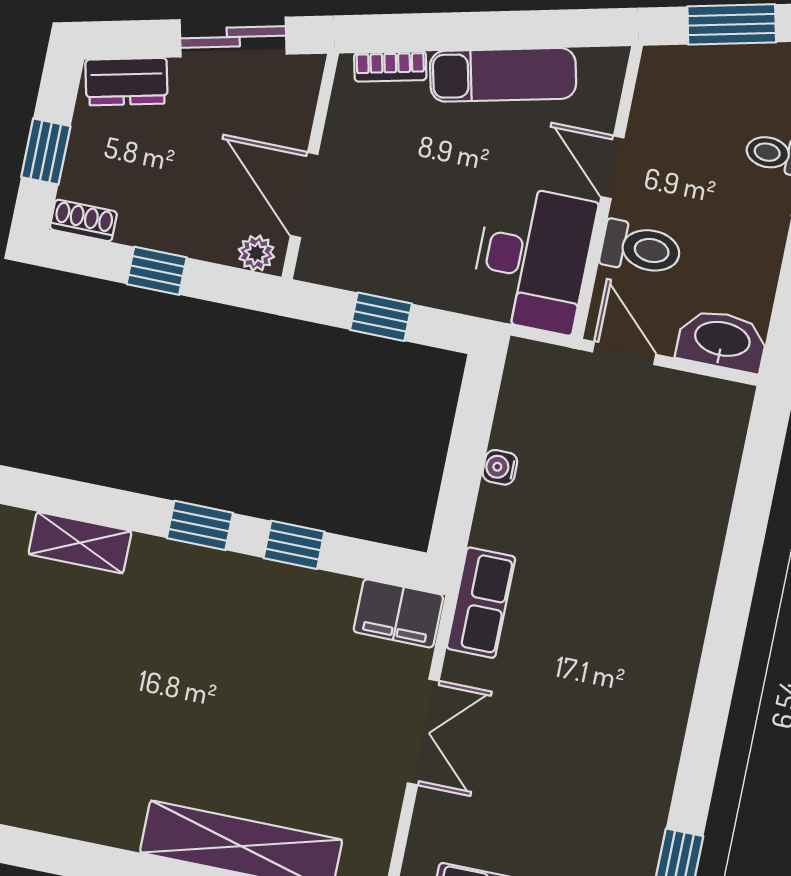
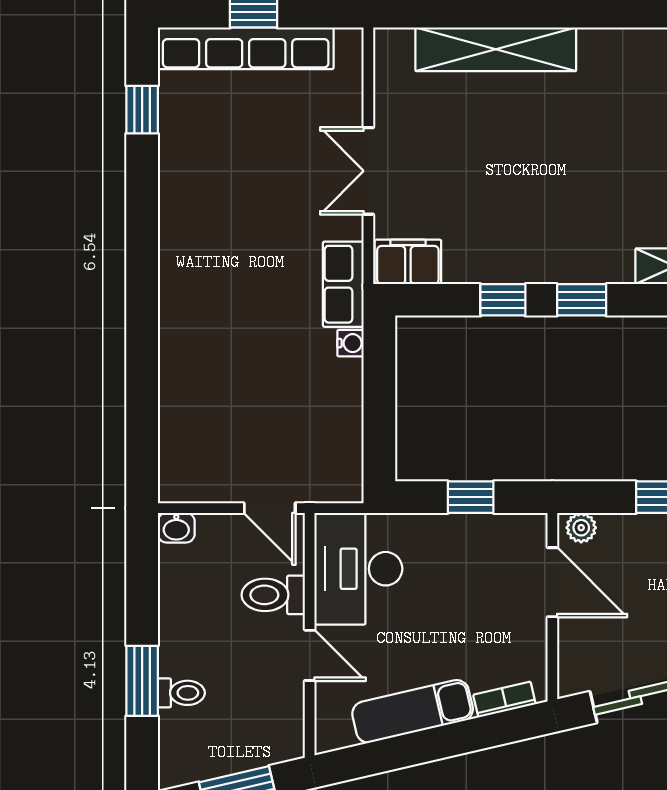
washbasin: (722, 340) -> (176, 528), width x0.52, depth x0.69
water cooler: (500, 467) -> (350, 343), moved

